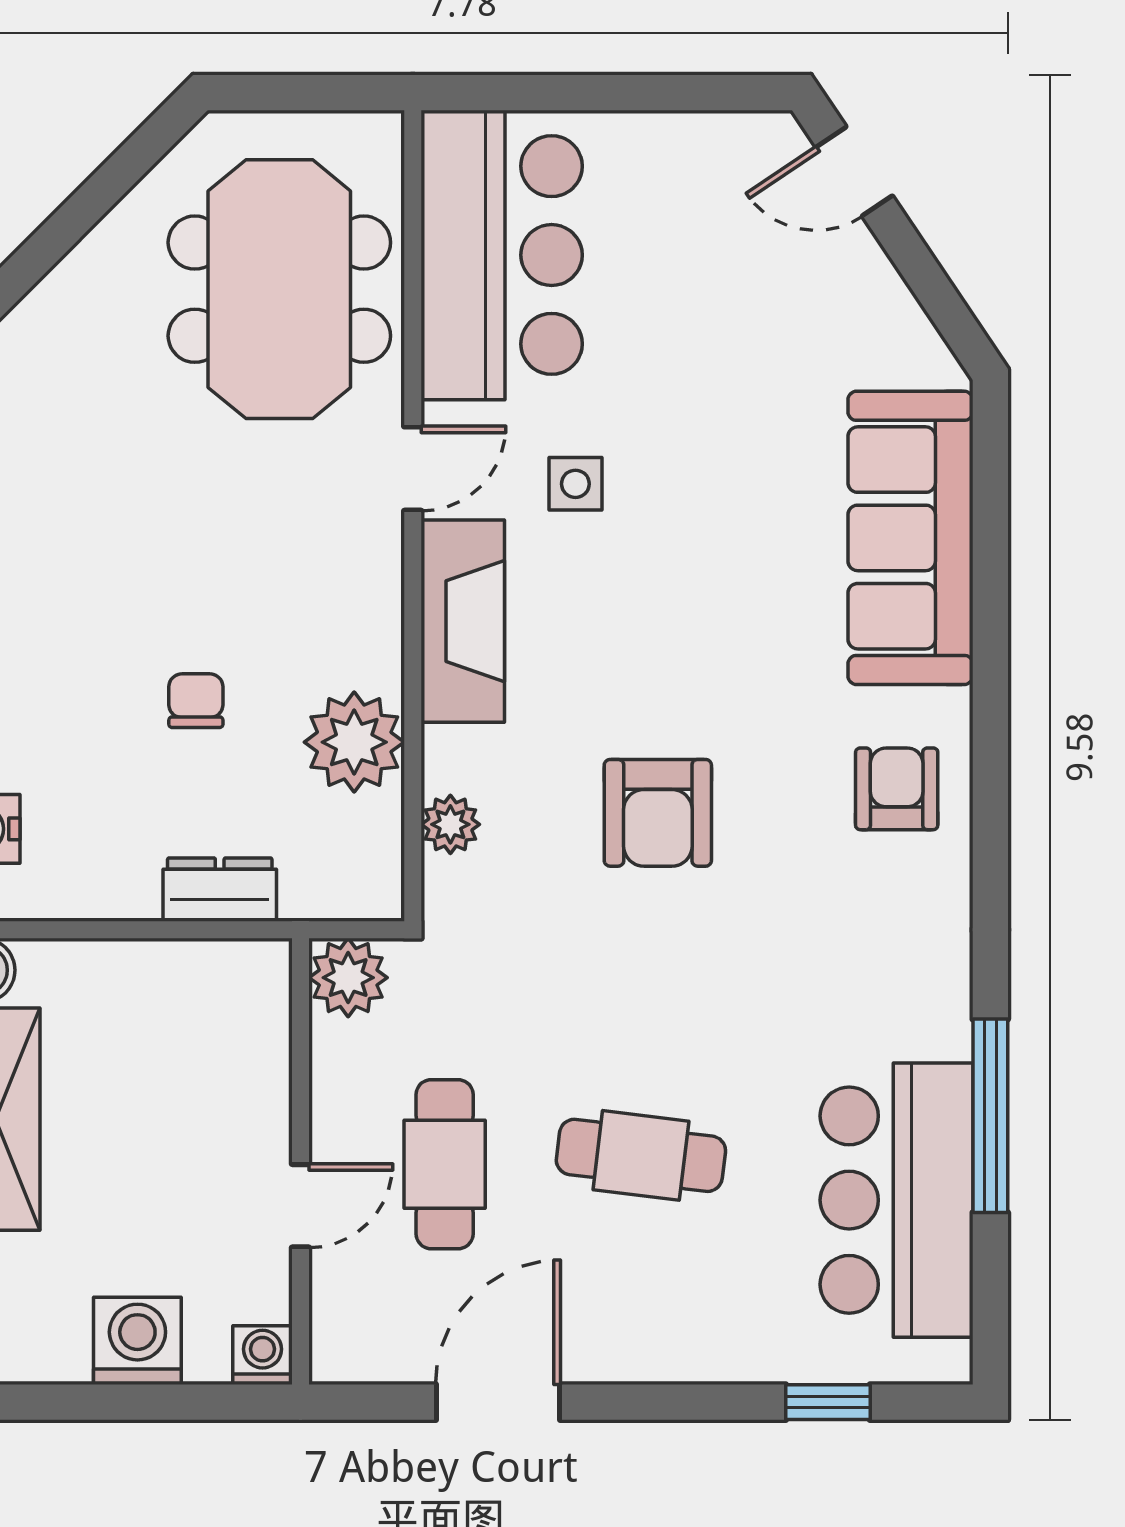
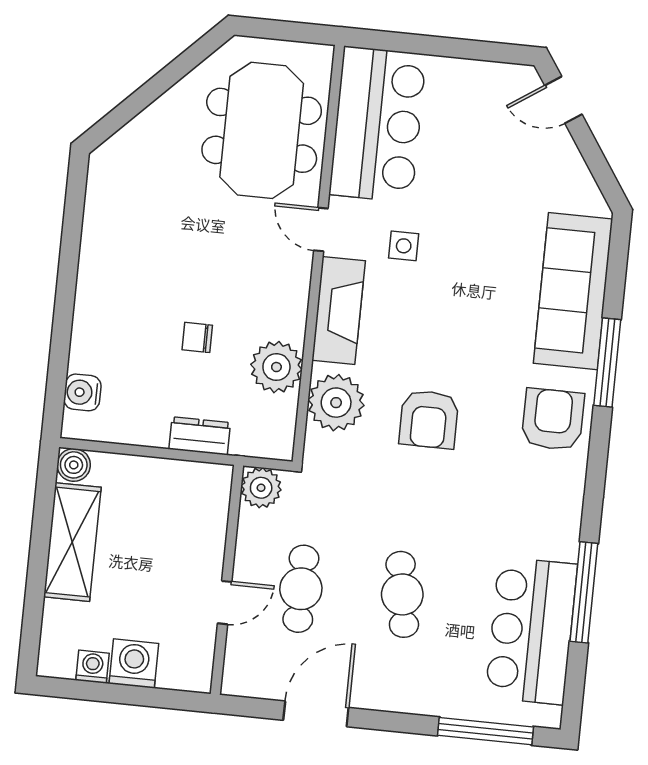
door: (413, 469) -> (321, 230), swing flipped
window: (990, 669) -> (607, 362), added
chair: (196, 701) -> (197, 337), turned -90
armchair: (897, 789) -> (553, 419), width x1.38, depth x1.38
plant: (450, 824) -> (336, 403), width x1.87, depth x1.87
cafe table: (641, 1155) -> (402, 594), turned 74
washing machine: (263, 1355) -> (92, 667), moved
window: (828, 1402) -> (485, 731), width x2.17

